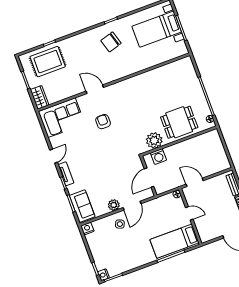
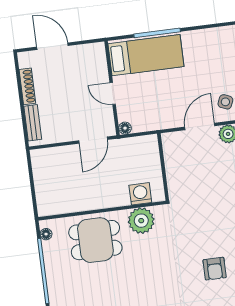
door: (149, 178) -> (163, 164), removed
door: (195, 182) -> (93, 140), hinge flipped

